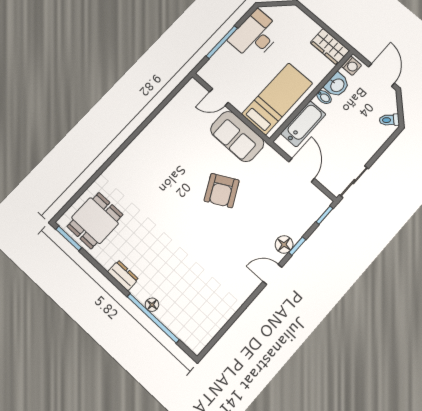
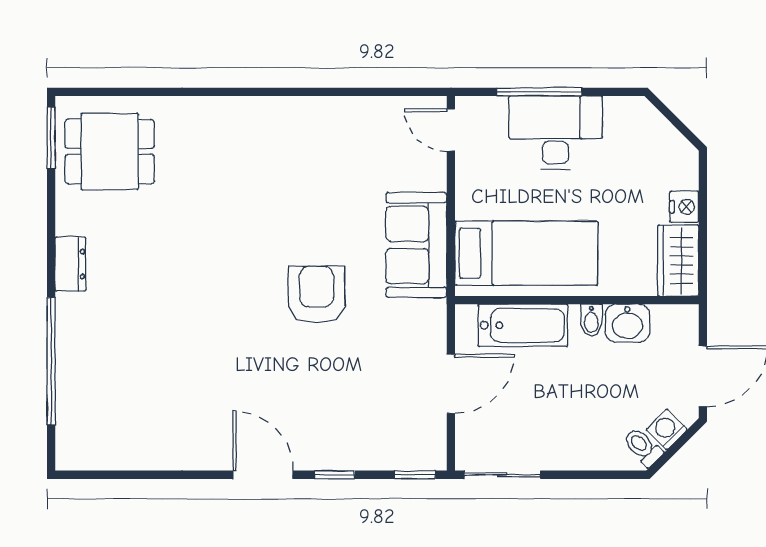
nightstand: (312, 27) -> (684, 207), added
desk: (255, 35) -> (555, 133), moved
washing machine: (351, 66) -> (667, 429), moved, turned 135
door: (219, 97) -> (451, 130), moved
armchair: (222, 191) -> (316, 295), turned 118
floor lamp: (284, 244) -> (320, 454), removed
door: (272, 274) -> (263, 475), width x1.38
floor lamp: (152, 305) -> (68, 343), removed

